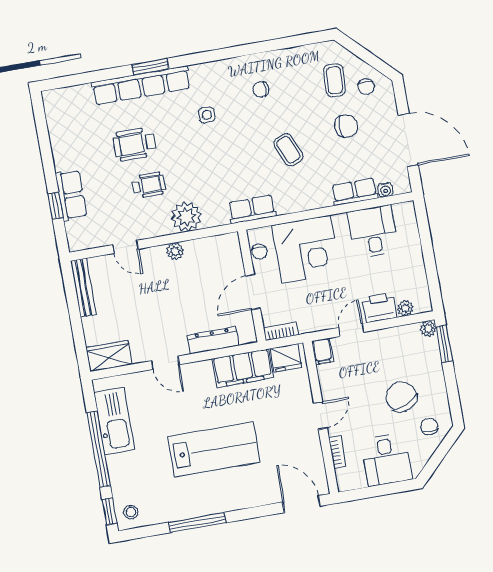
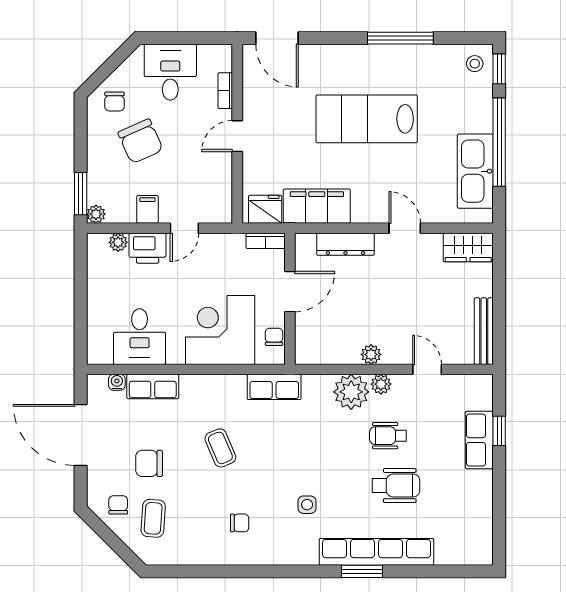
plant: (162, 228) -> (381, 384), added
filing cabinet: (322, 351) -> (147, 209), moved

